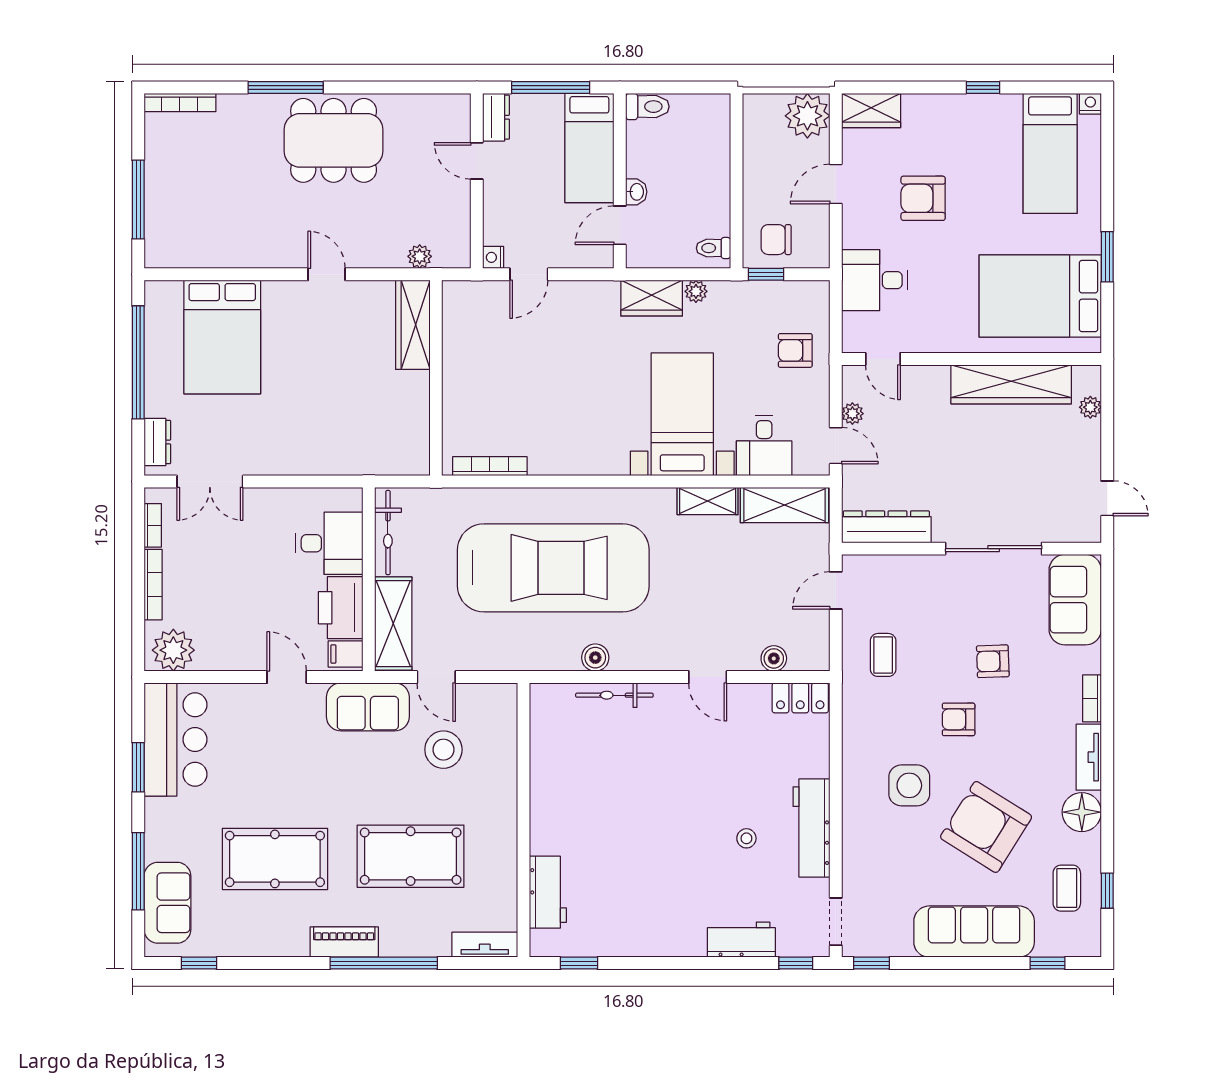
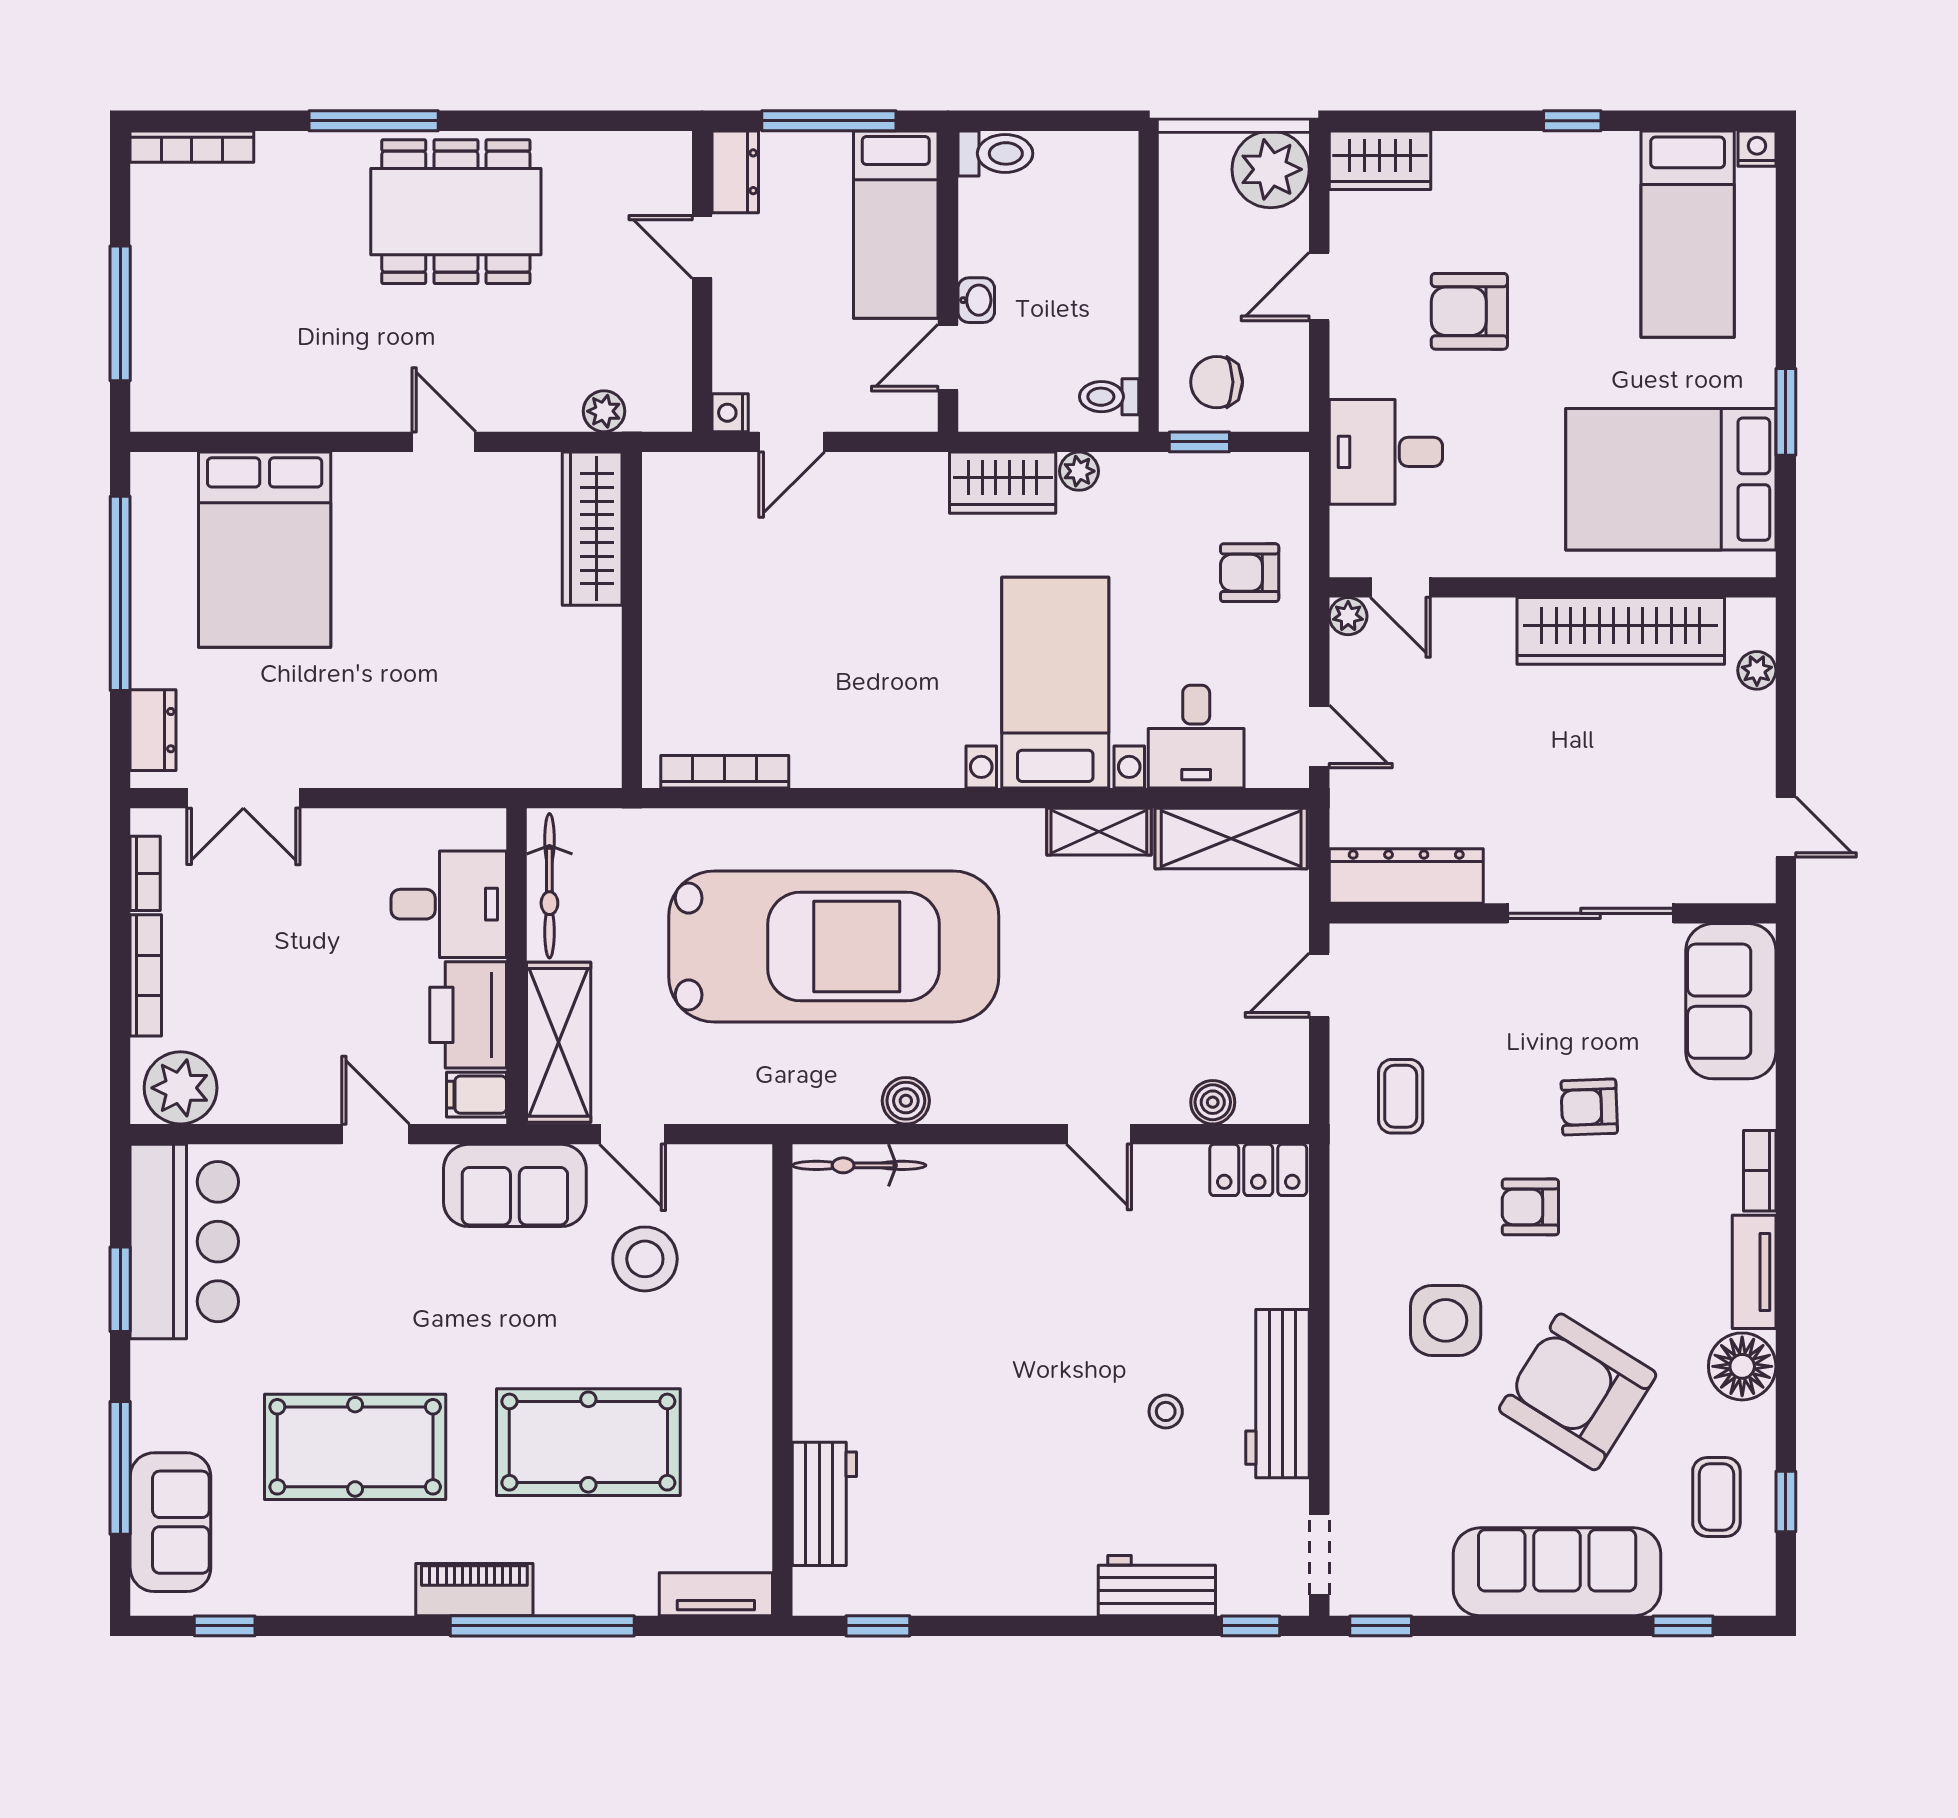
plant: (852, 414) -> (1348, 616), moved
bicycle: (614, 695) -> (859, 1165), moved

